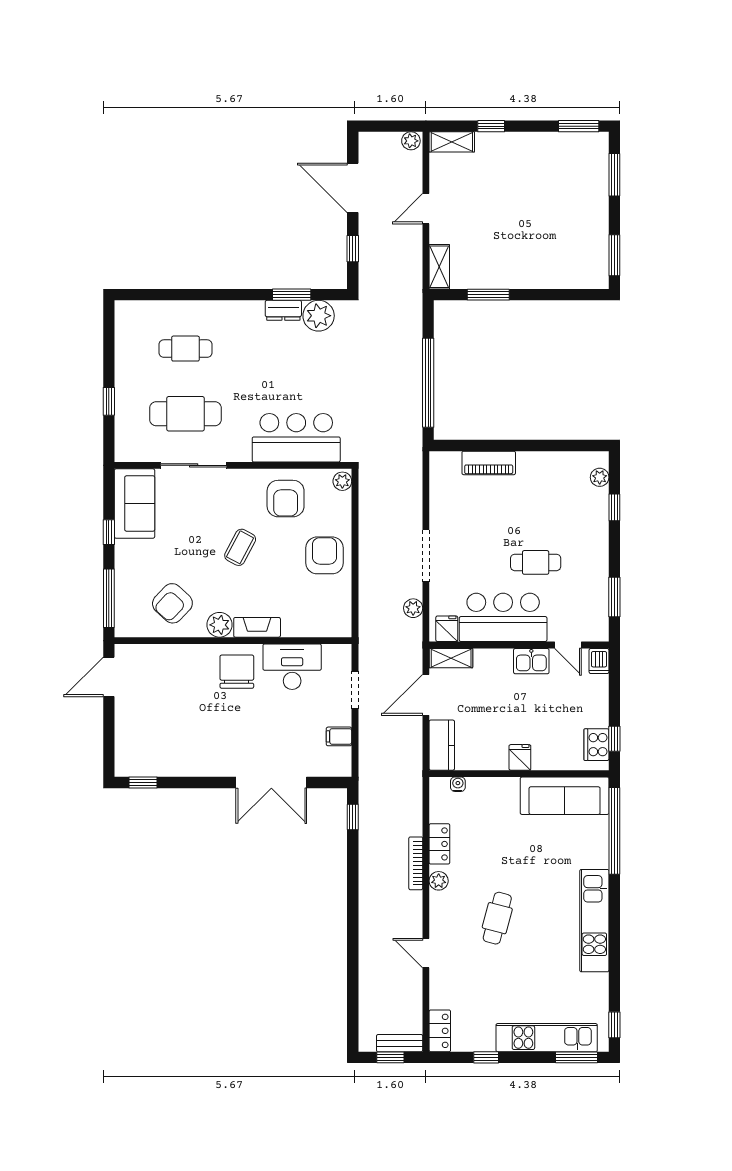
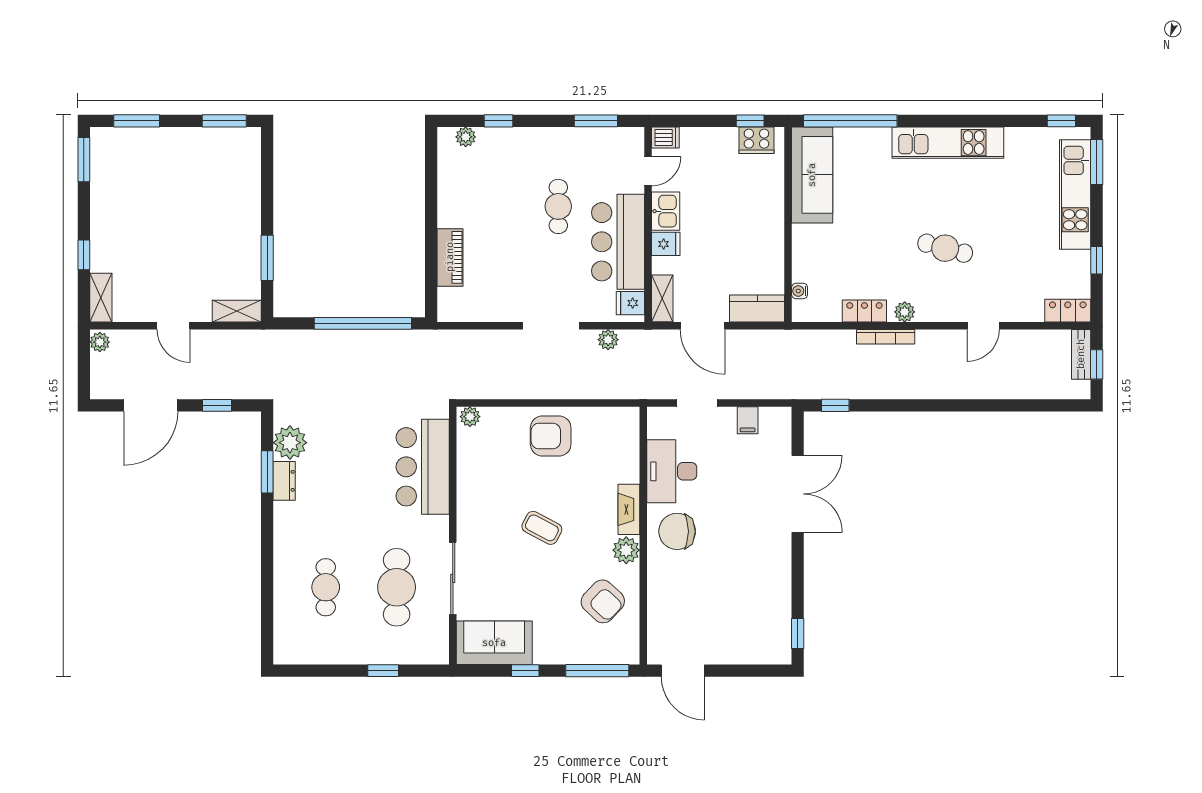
armchair: (286, 499) -> (489, 478), removed
fridge: (520, 757) -> (666, 244), moved, turned 180

